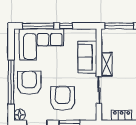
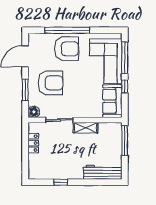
sofa: (87, 57) -> (112, 101), moved, turned -90
floor lamp: (20, 115) -> (34, 112), moved

